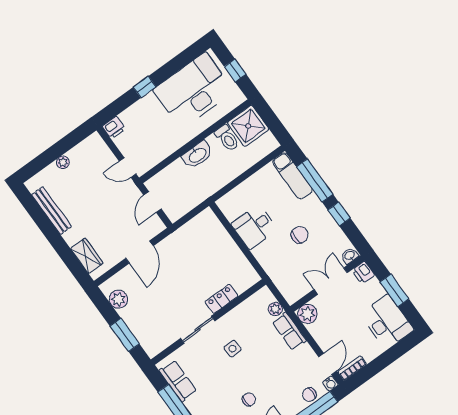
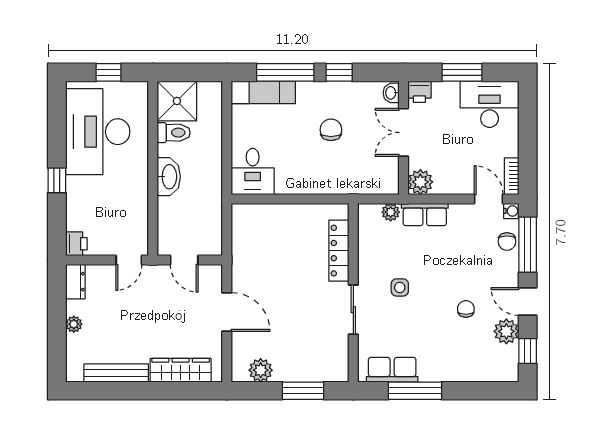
dresser: (90, 144) -> (75, 282), added
desk: (254, 227) -> (253, 171), moved
wardrobe: (87, 256) -> (181, 370), width x1.50
locker: (221, 299) -> (339, 251), width x1.53

